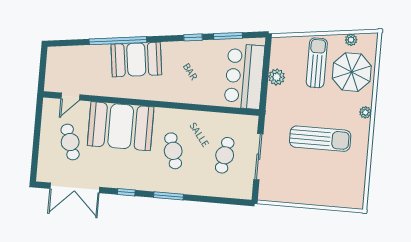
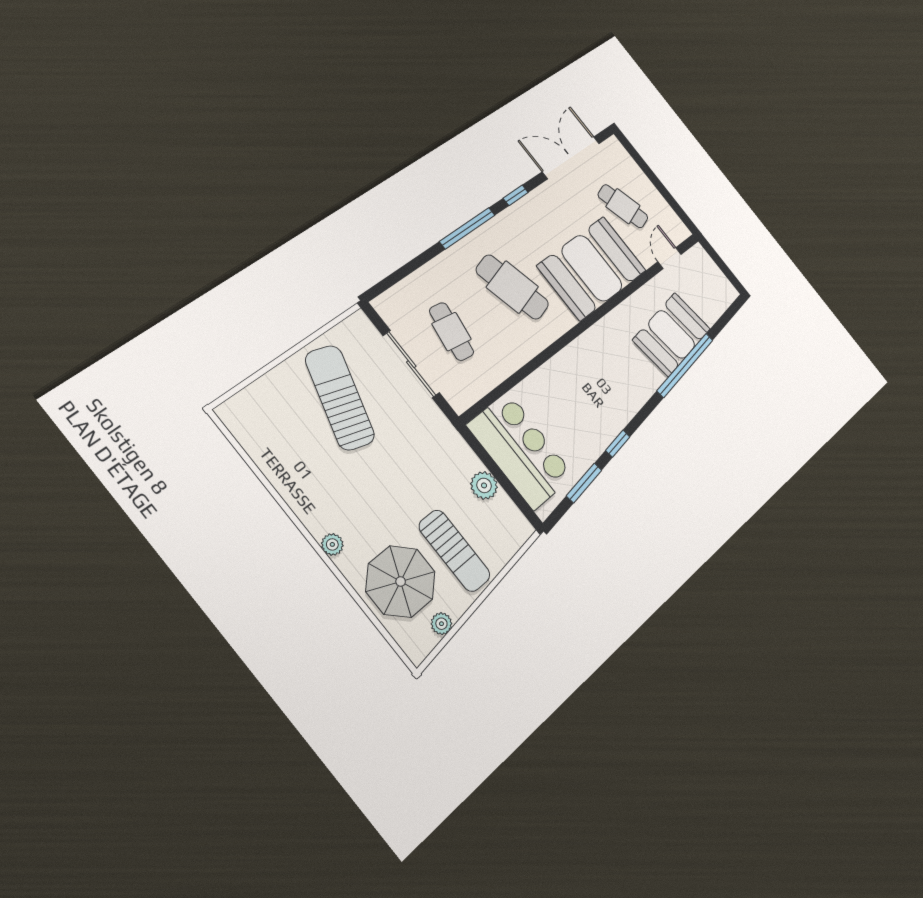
booth: (136, 59) -> (672, 334), moved
sun lounger: (320, 139) -> (340, 398), moved, turned 107
cafe table: (173, 151) -> (512, 287), width x1.37, depth x1.35
window: (168, 196) -> (467, 228), width x1.44

